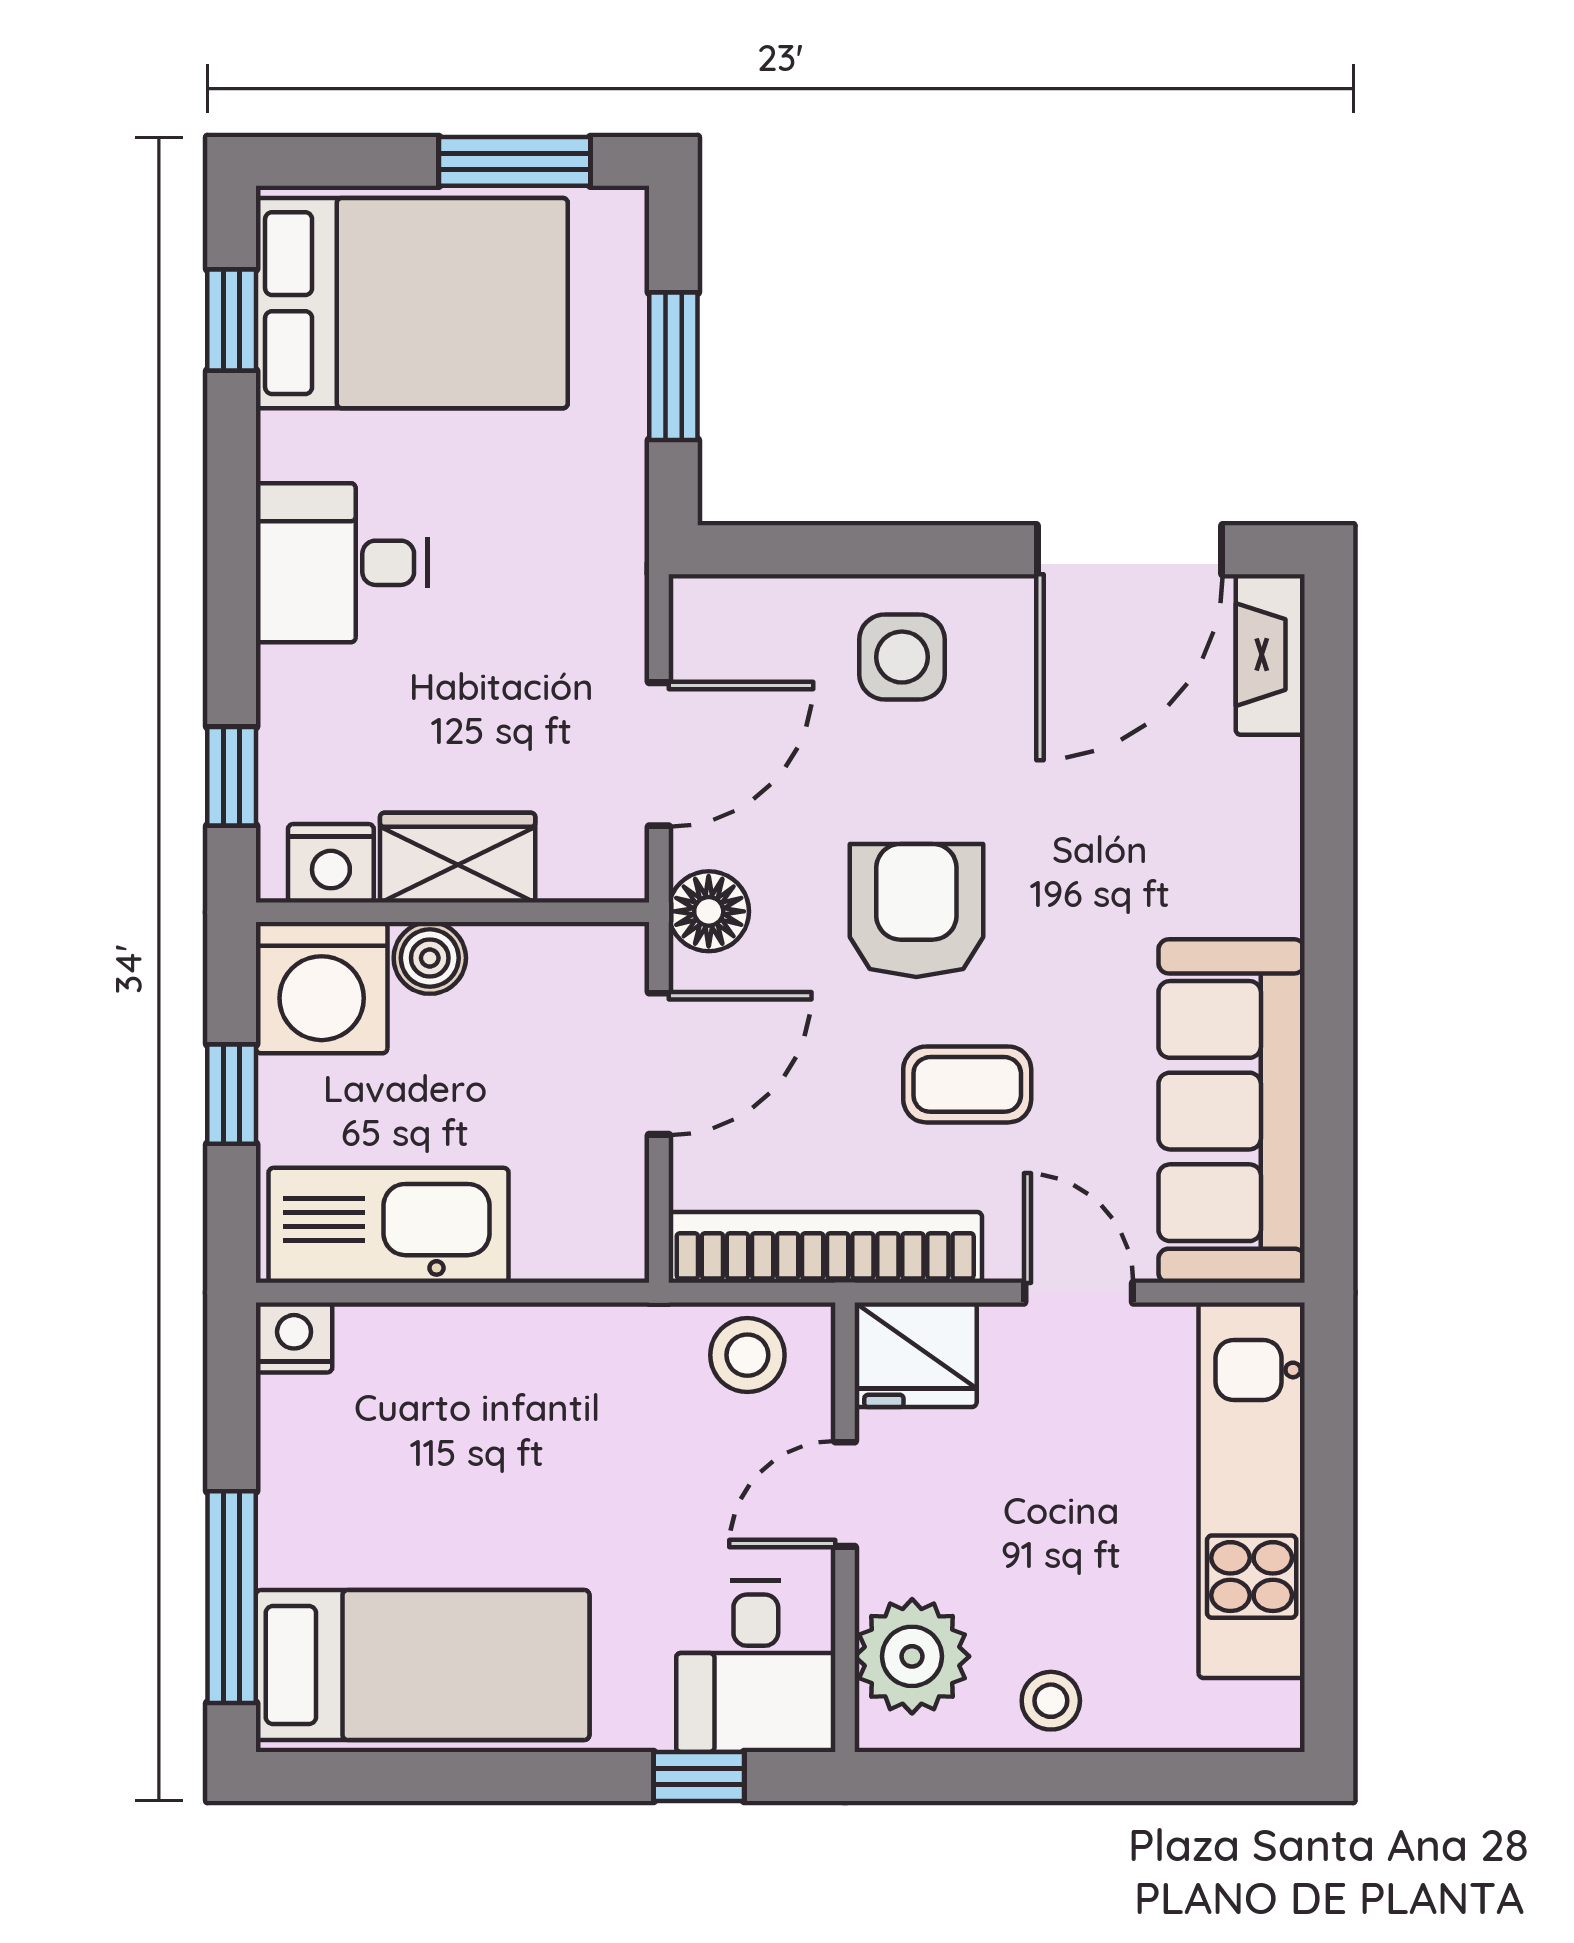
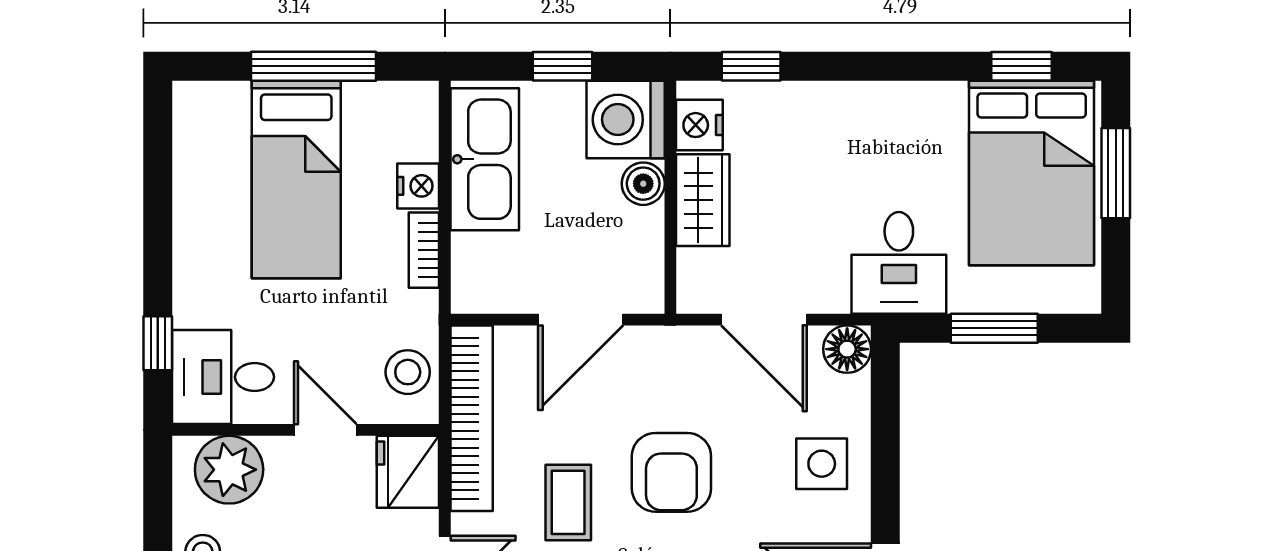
window: (515, 161) -> (1116, 173), moved
desk: (342, 563) -> (899, 263), moved, turned 180
armchair: (916, 910) -> (671, 472), turned 90
floor lamp: (709, 911) -> (847, 349), moved
door: (659, 1064) -> (581, 320), hinge flipped
bookcase: (542, 1328) -> (424, 250), added
nightstand: (294, 1337) -> (418, 186), moved
window: (232, 1597) -> (313, 66), moved
bed: (423, 1665) -> (296, 179), moved

